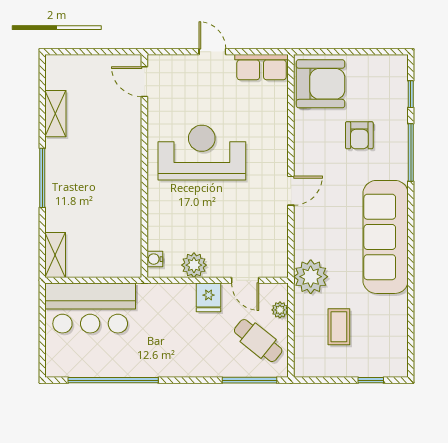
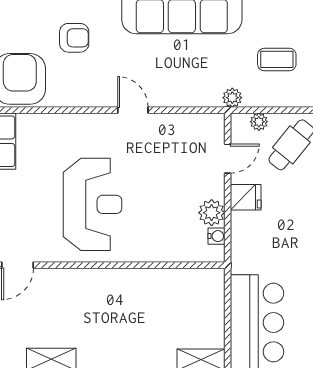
reception desk: (202, 153) -> (93, 204), turned 180
water cooler: (155, 259) -> (217, 236), moved, turned -90
plant: (311, 277) -> (232, 98), width x0.53, depth x0.53

